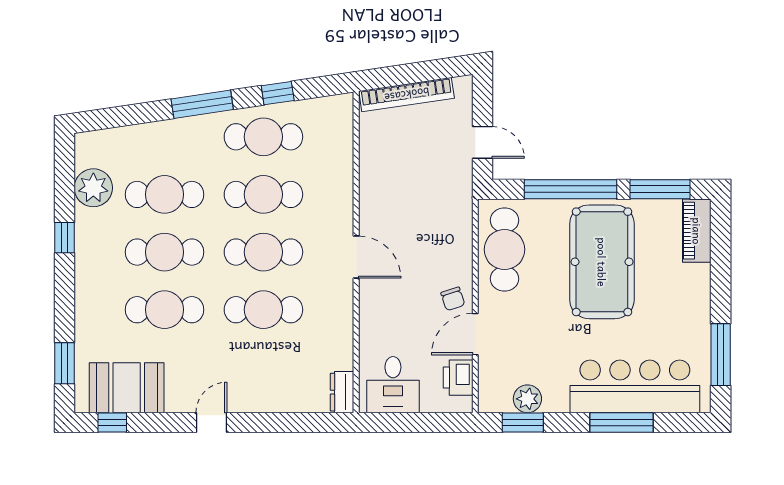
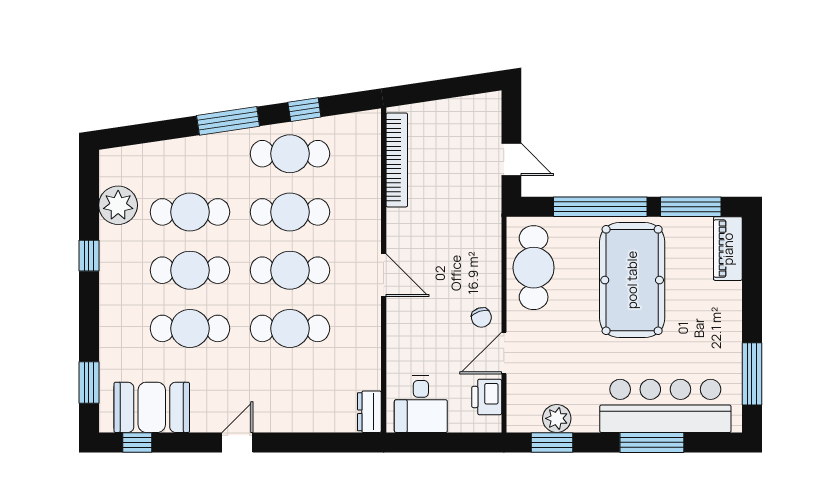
bookcase: (407, 95) -> (397, 160), moved, turned -82

